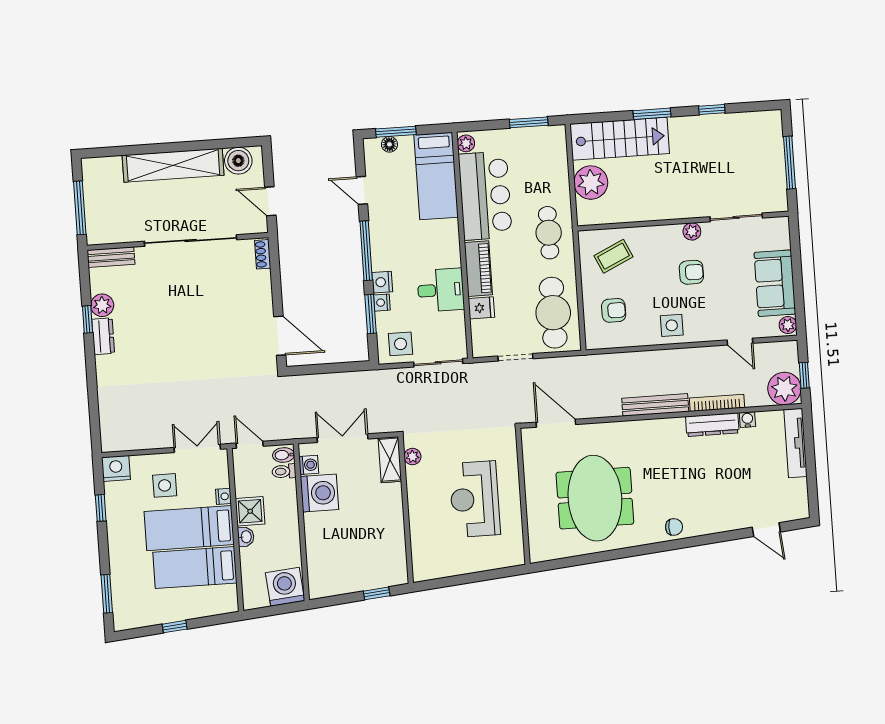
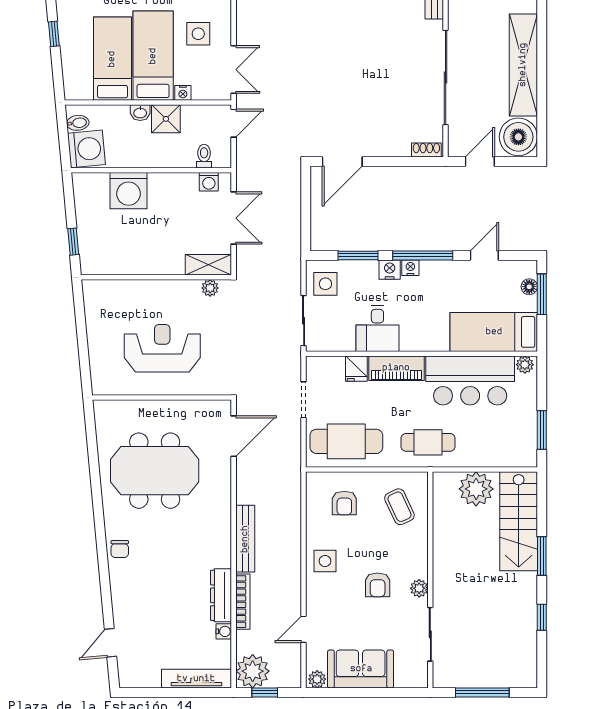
boiler: (238, 161) -> (518, 137), width x1.37, depth x1.37
nightstand: (382, 303) -> (410, 268), moved
bidet: (284, 455) -> (78, 123), moved, turned 85
washing machine: (319, 493) -> (128, 191), moved

